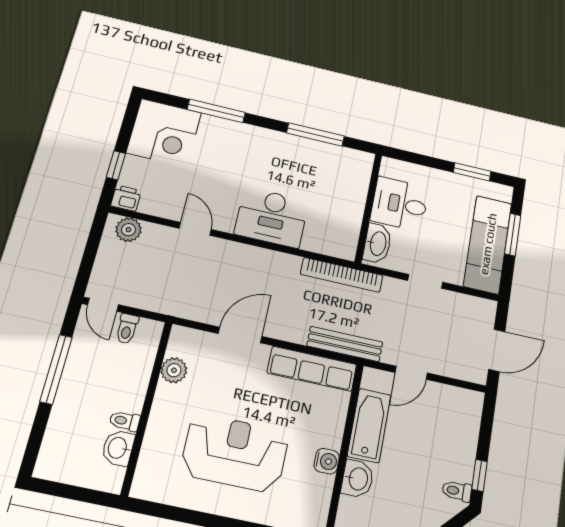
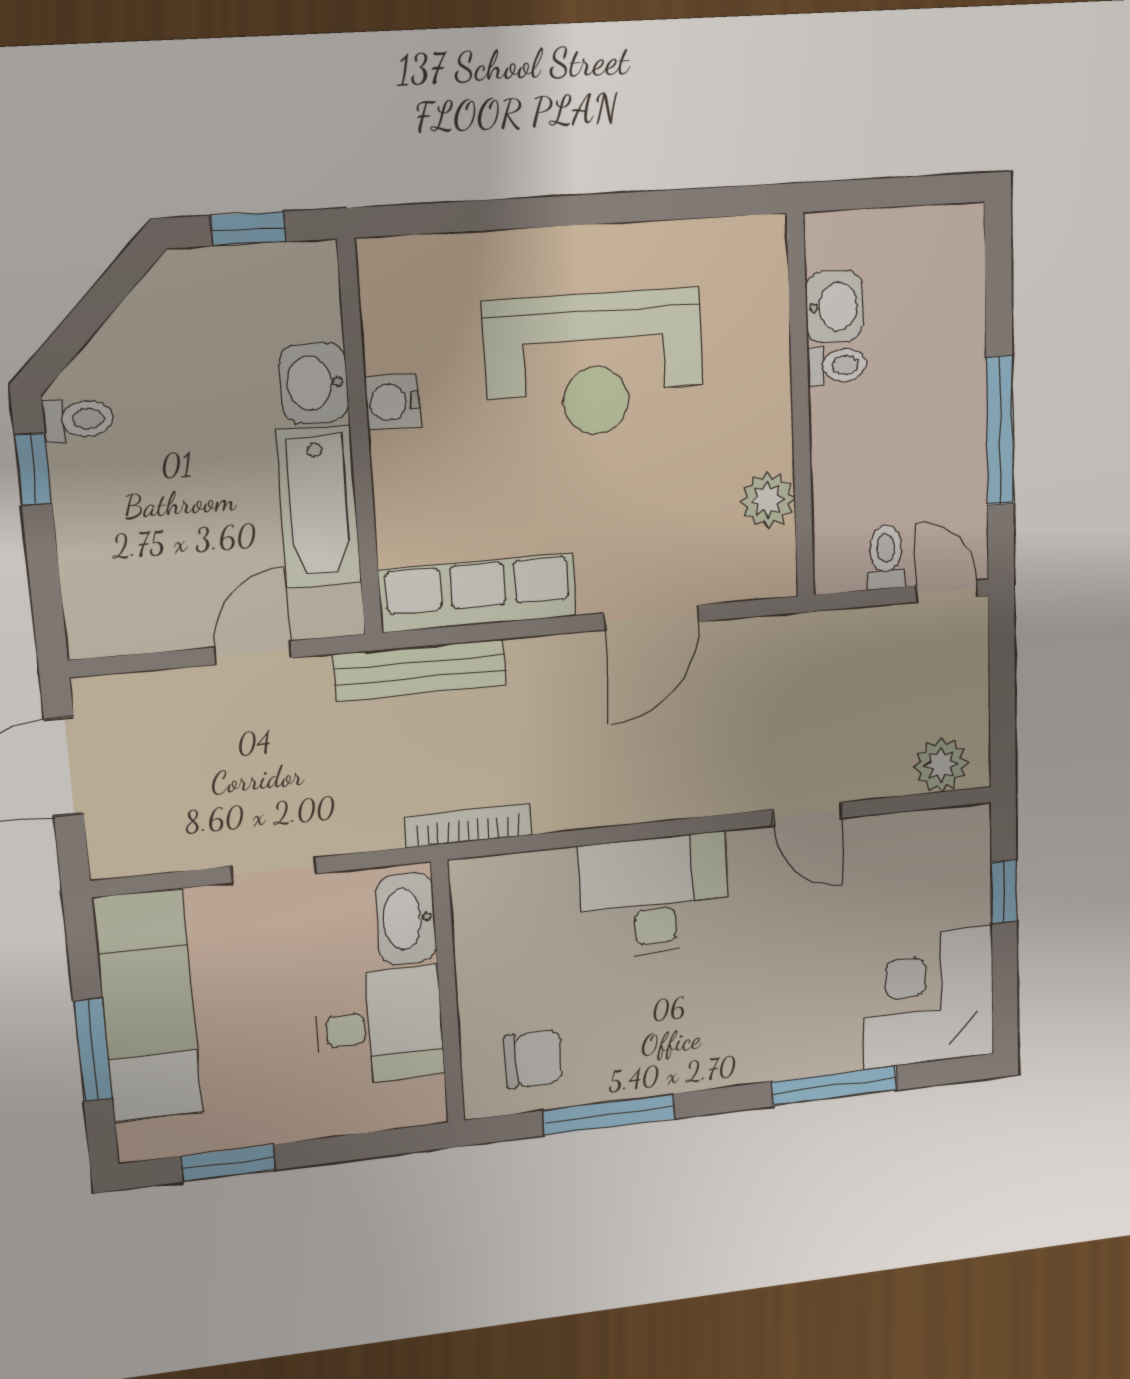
chair: (341, 168) -> (533, 1059), added
printer: (126, 198) -> (965, 829), removed
bookcase: (342, 275) -> (468, 826), width x0.68, depth x0.76

